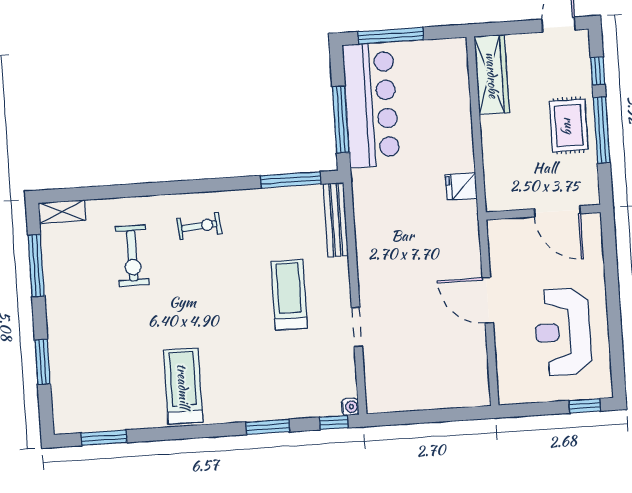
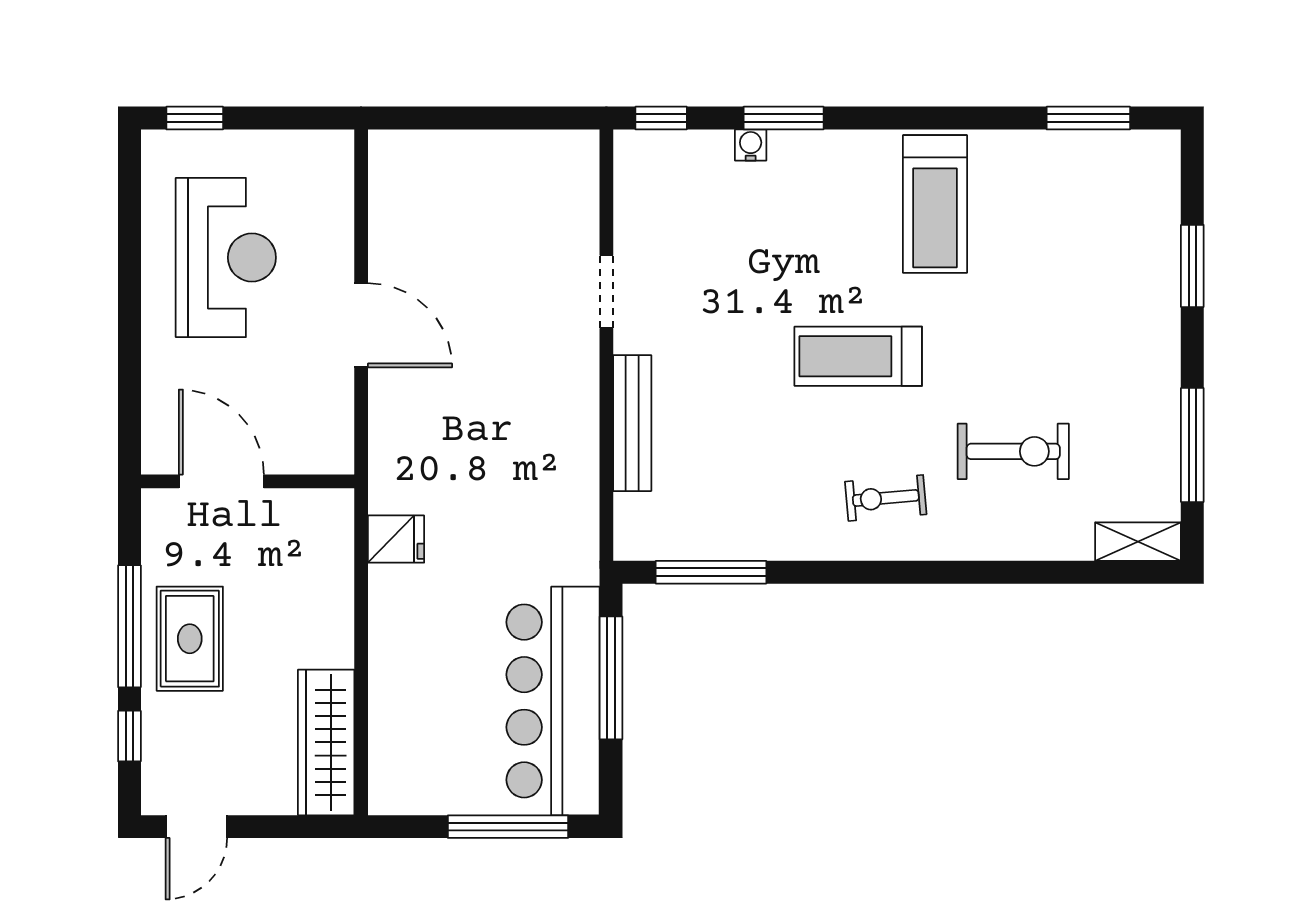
bench: (336, 220) -> (632, 423), moved
exercise bike: (132, 256) -> (1013, 451), turned 90
treadmill: (289, 295) -> (858, 356), moved, turned 90
water cooler: (350, 407) -> (751, 145), moved, turned 90

